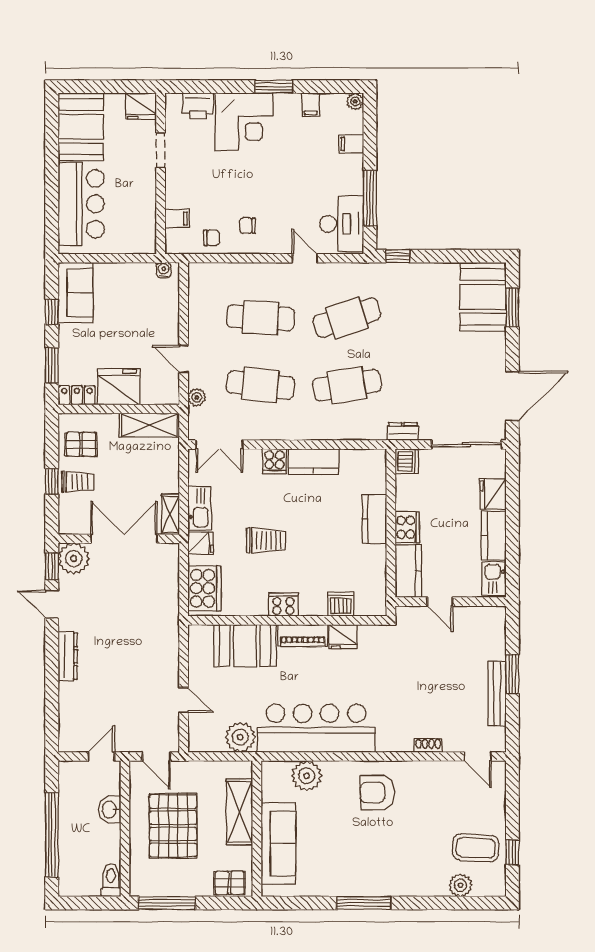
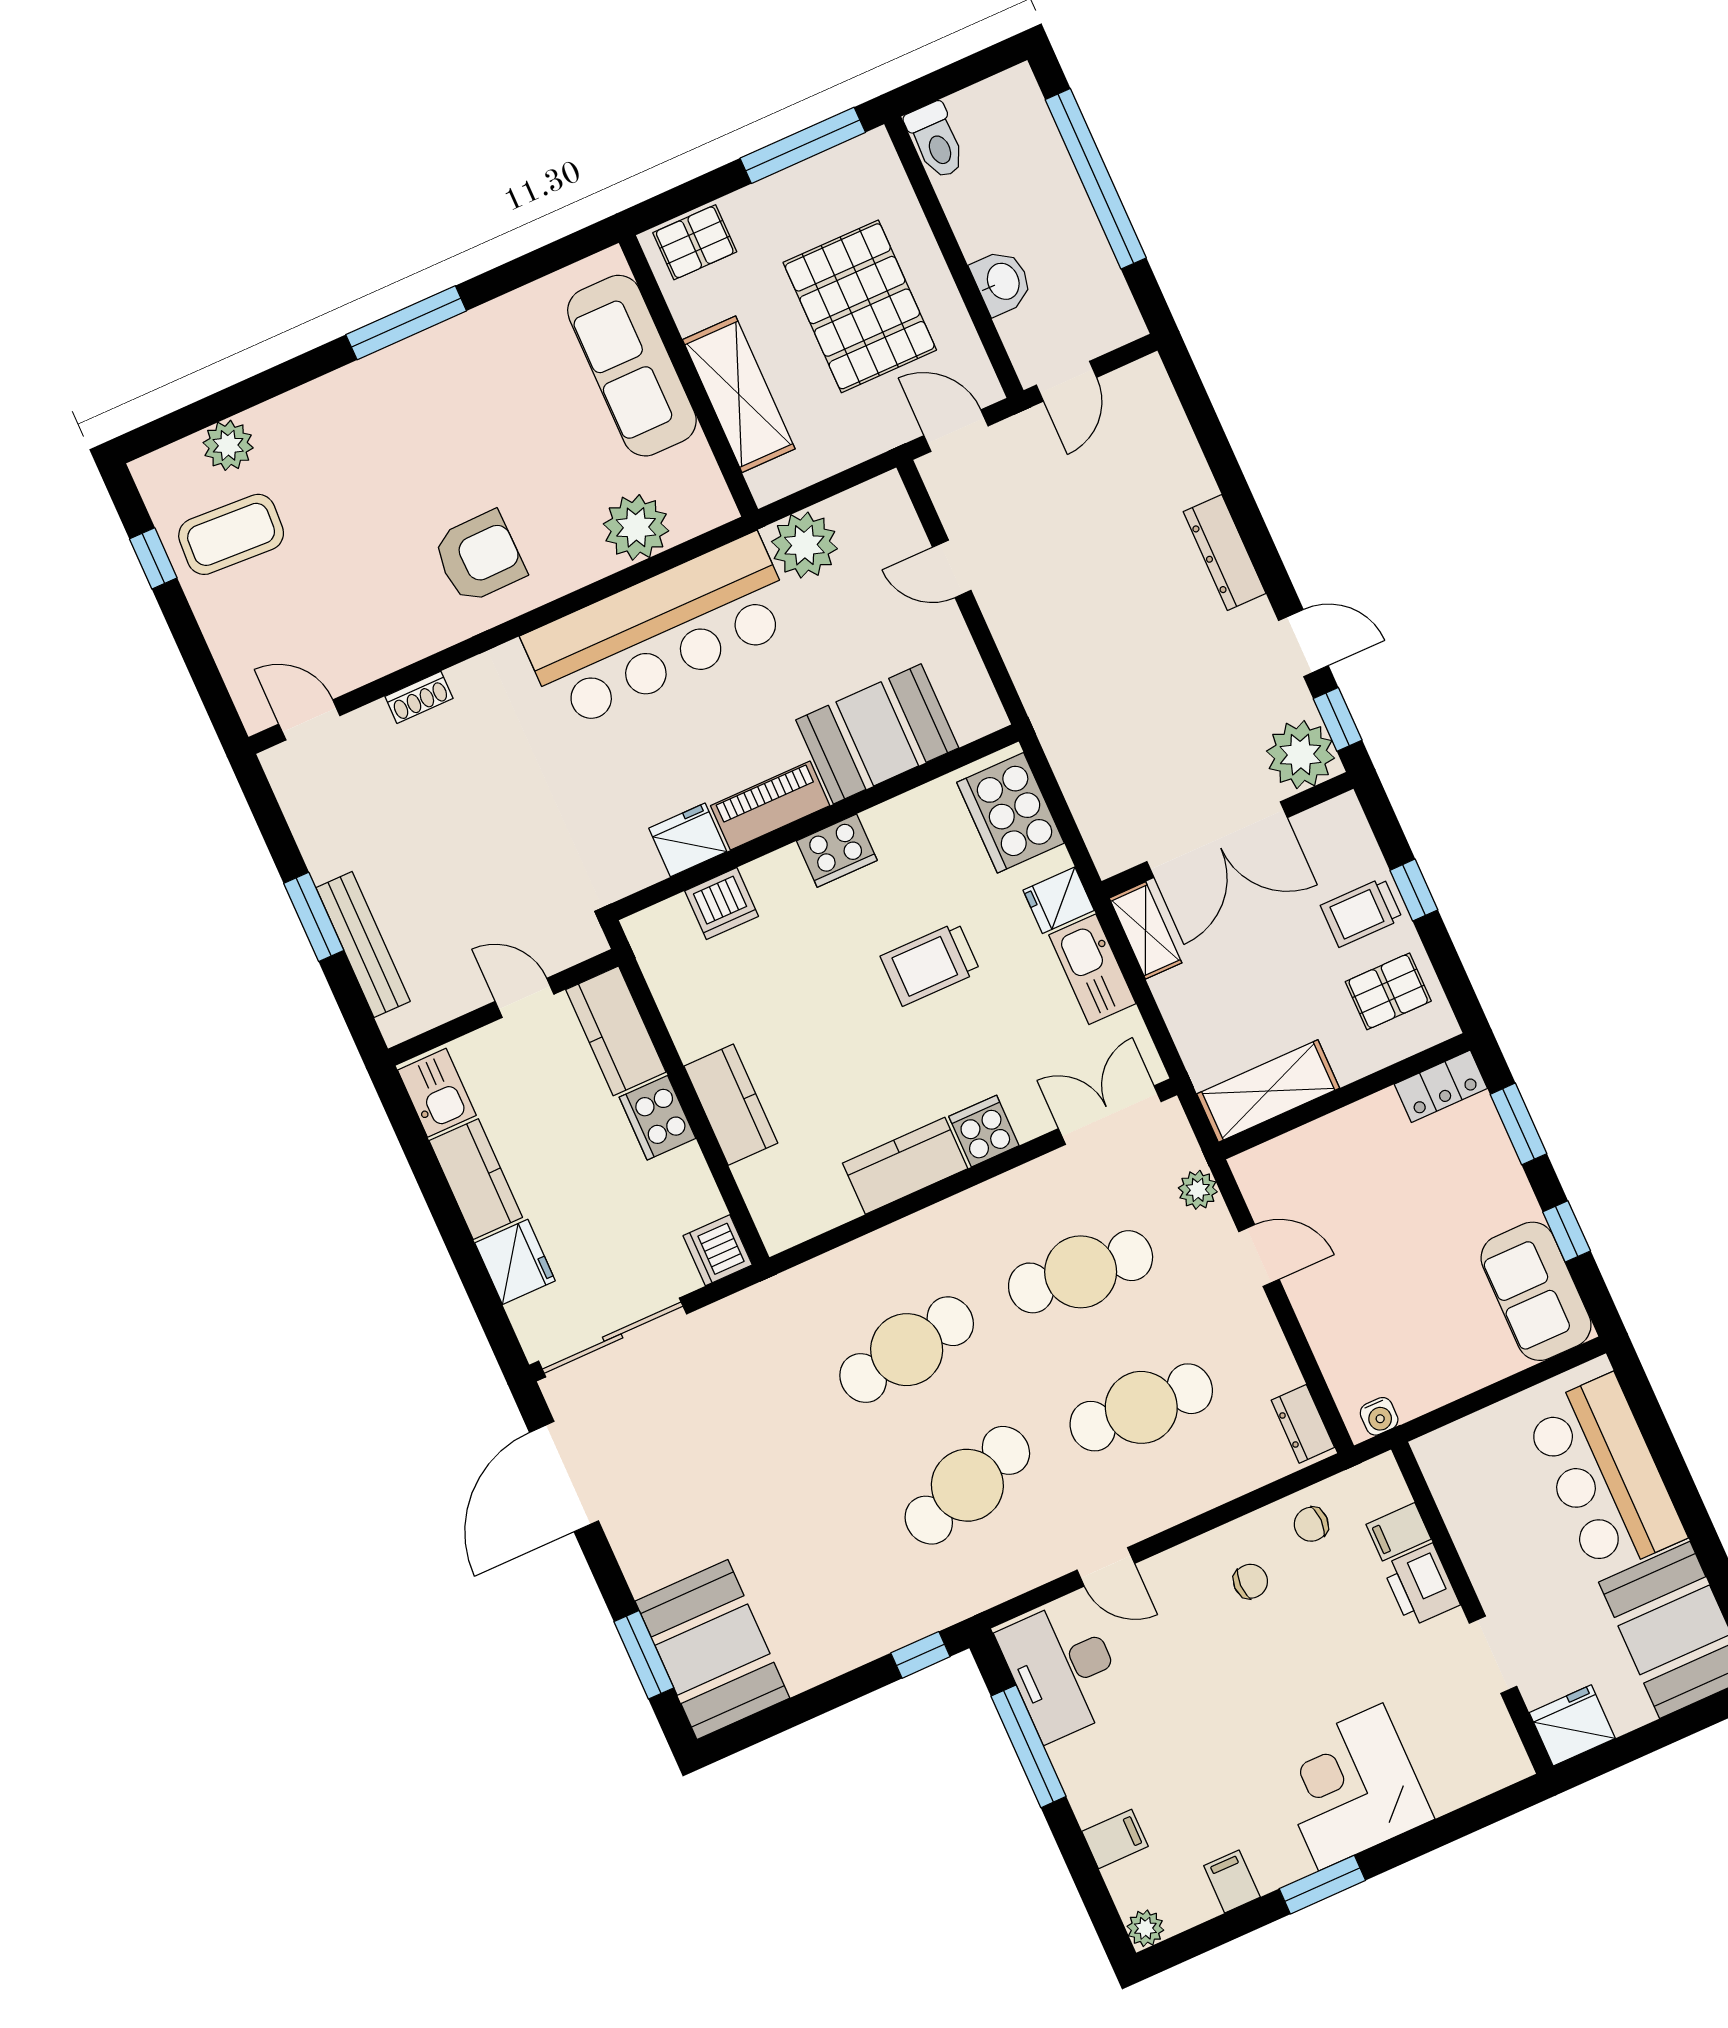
printer: (198, 106) -> (1421, 1585), moved, turned -90
fridge: (119, 387) -> (1364, 1140), removed
dresser: (403, 432) -> (1303, 1424), moved, turned 90
bench: (497, 693) -> (363, 944), moved

